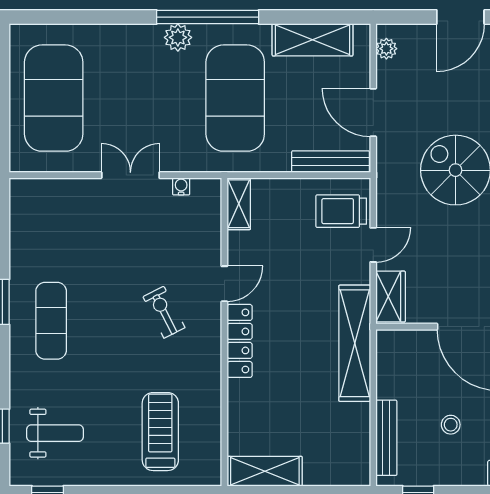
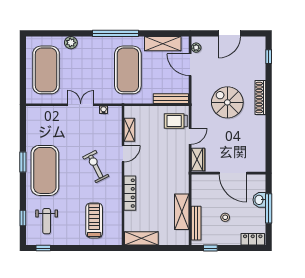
plant: (178, 37) -> (71, 43), moved
door: (373, 112) -> (190, 65), moved
shelving: (239, 204) -> (129, 130), moved
exercise bike: (164, 312) -> (96, 167), width x1.38, depth x1.39
exercise mat: (51, 321) -> (45, 170), width x2.00, depth x1.45
locker: (240, 341) -> (130, 193), moved
shelving: (355, 343) -> (182, 212), moved, width x0.68
weight bench: (55, 433) -> (47, 221), turned 90

